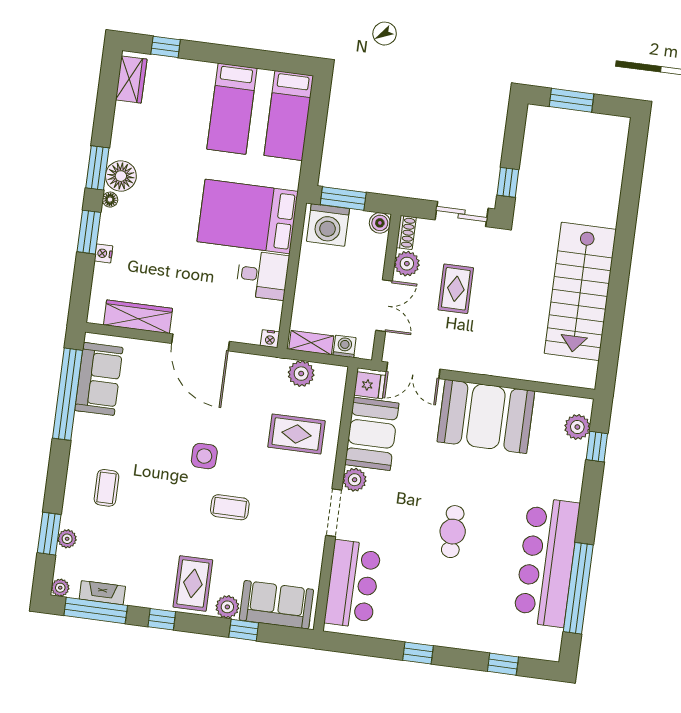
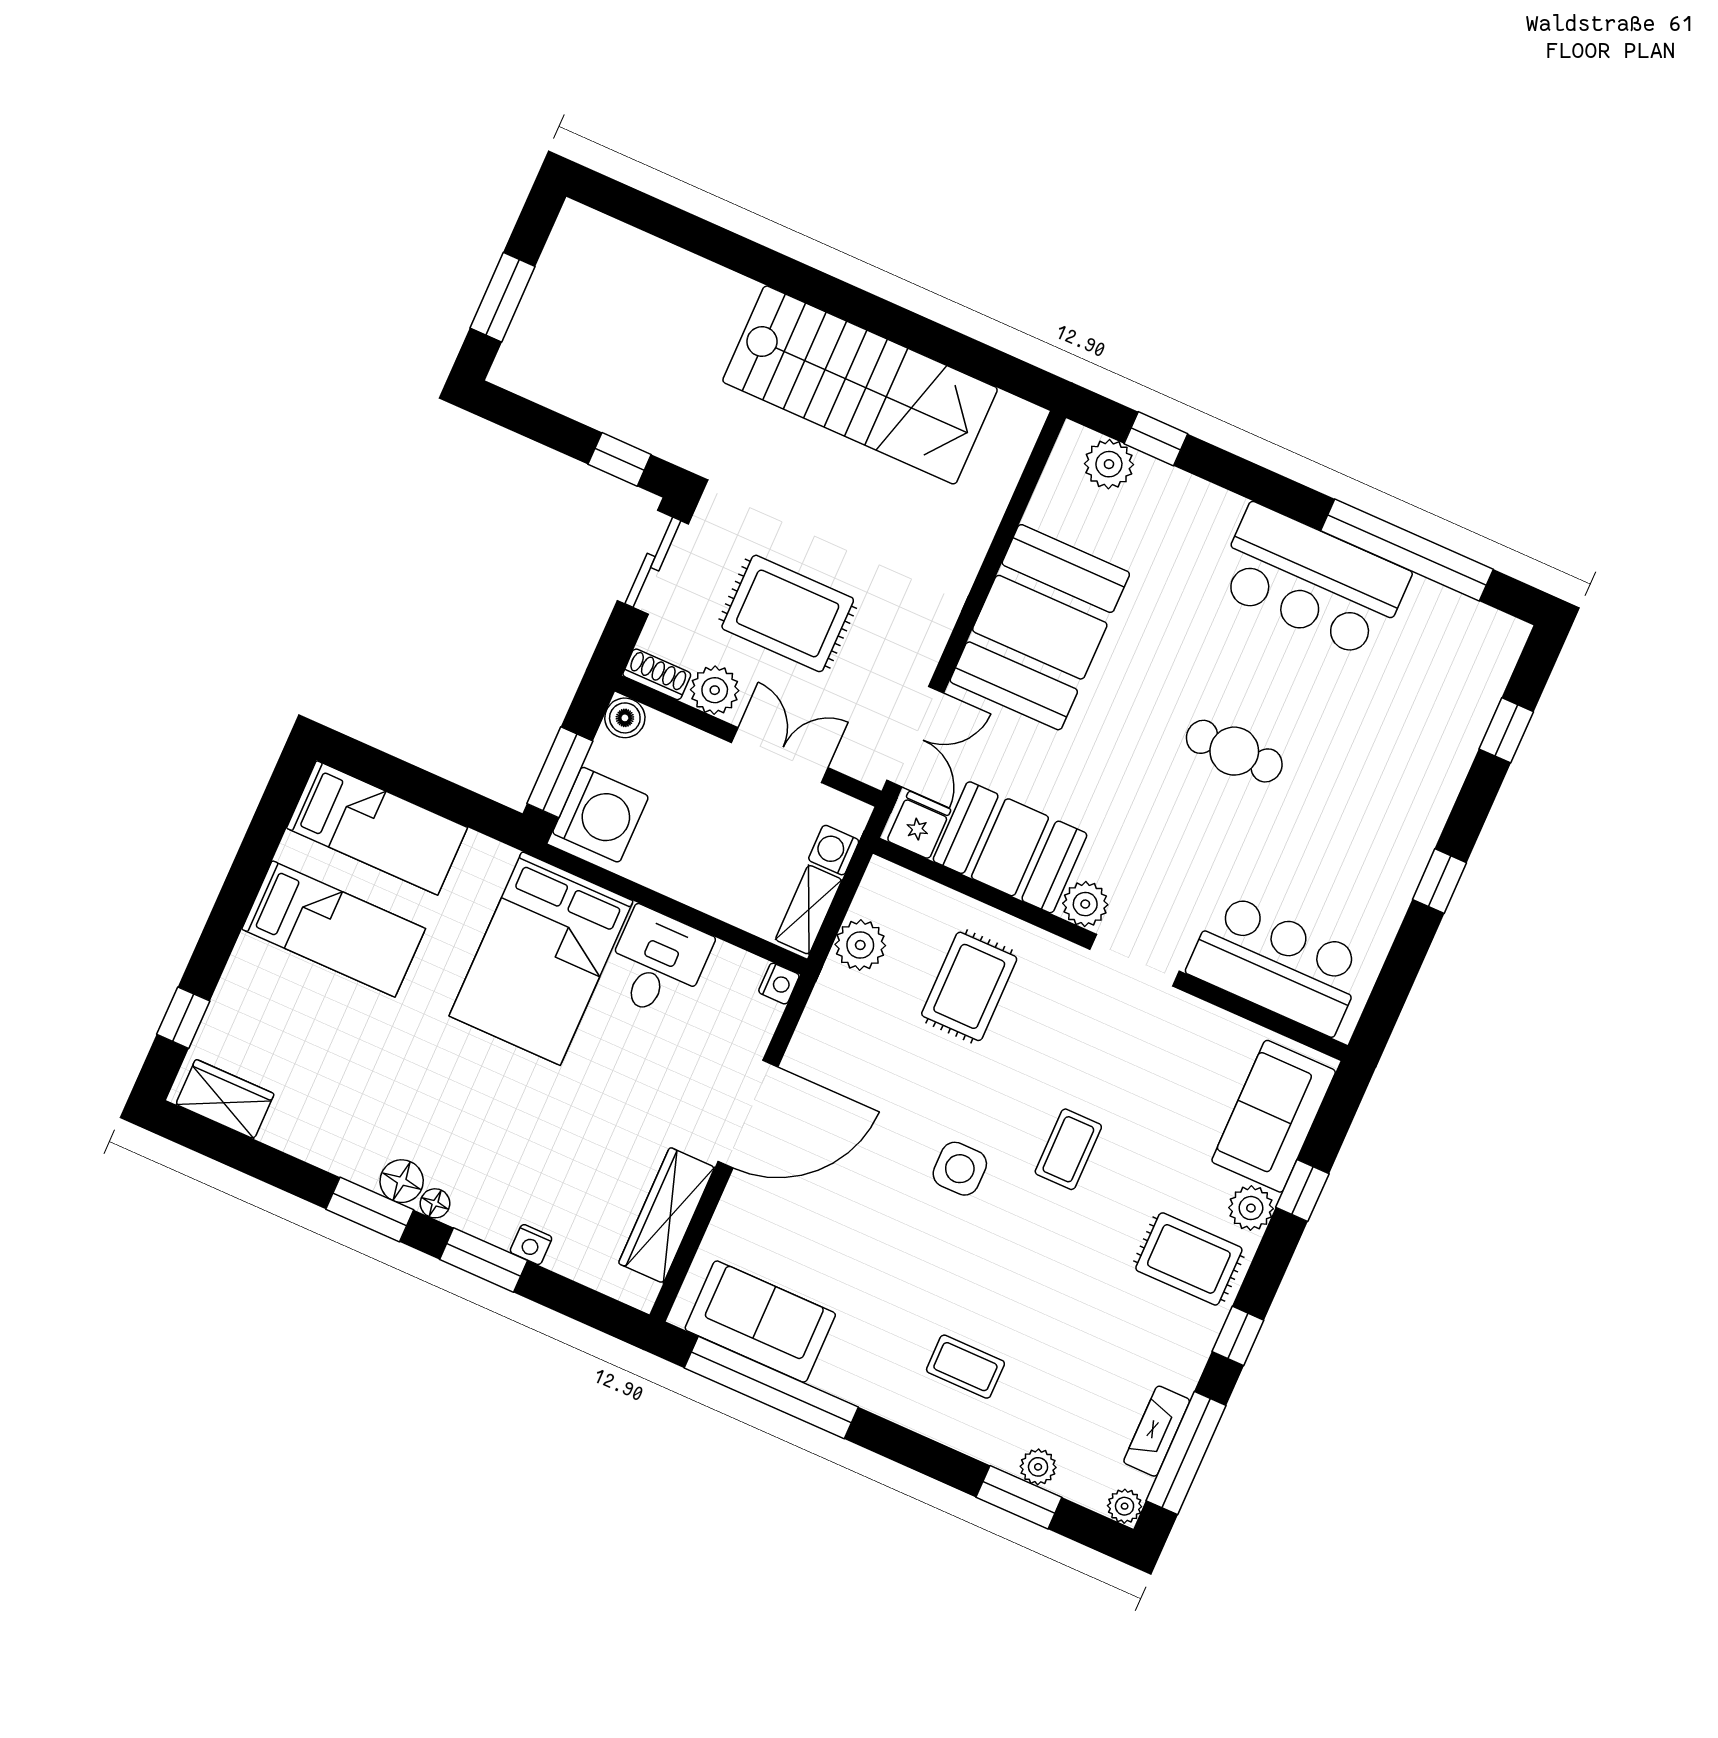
floor lamp: (121, 176) -> (402, 1181), width x0.73, depth x0.73
rug: (456, 289) -> (788, 613), width x1.36, depth x1.43
bar counter: (547, 562) -> (1312, 581), width x0.73

